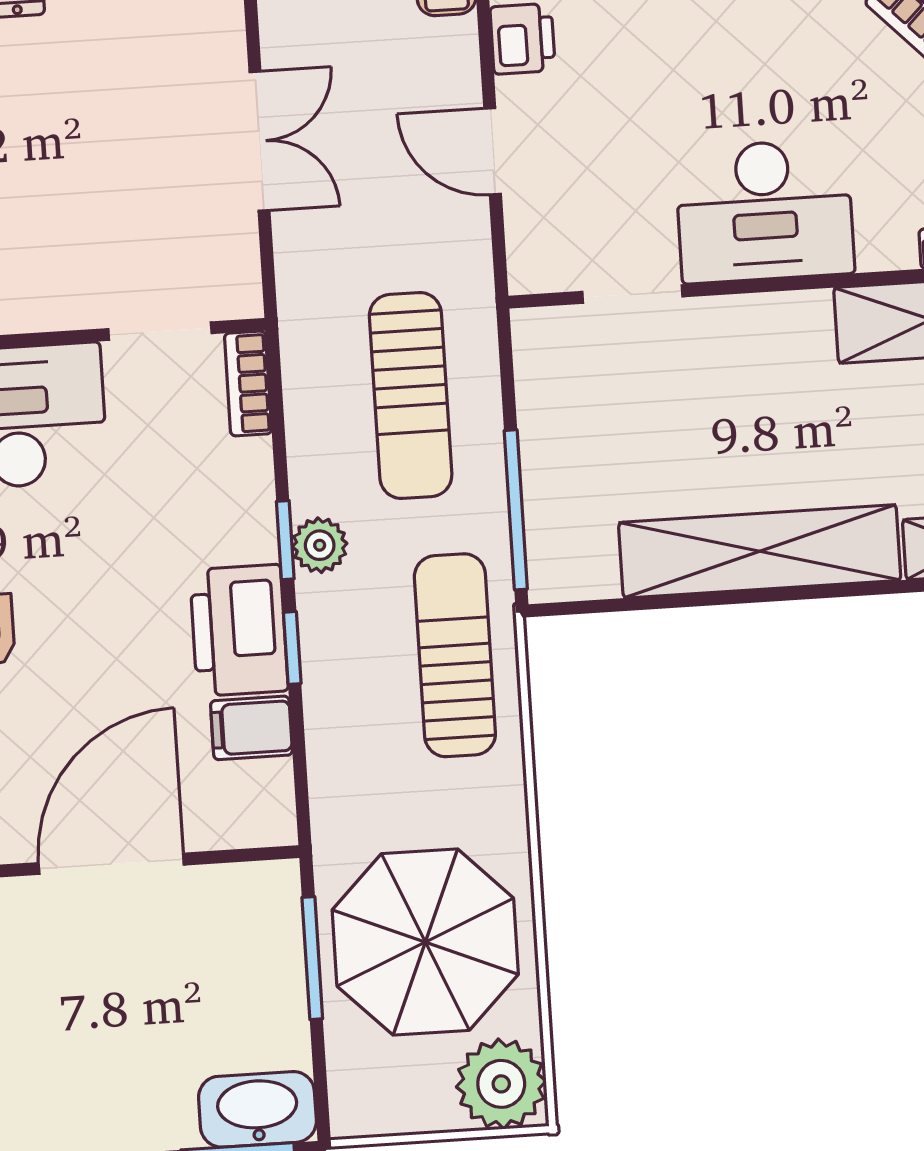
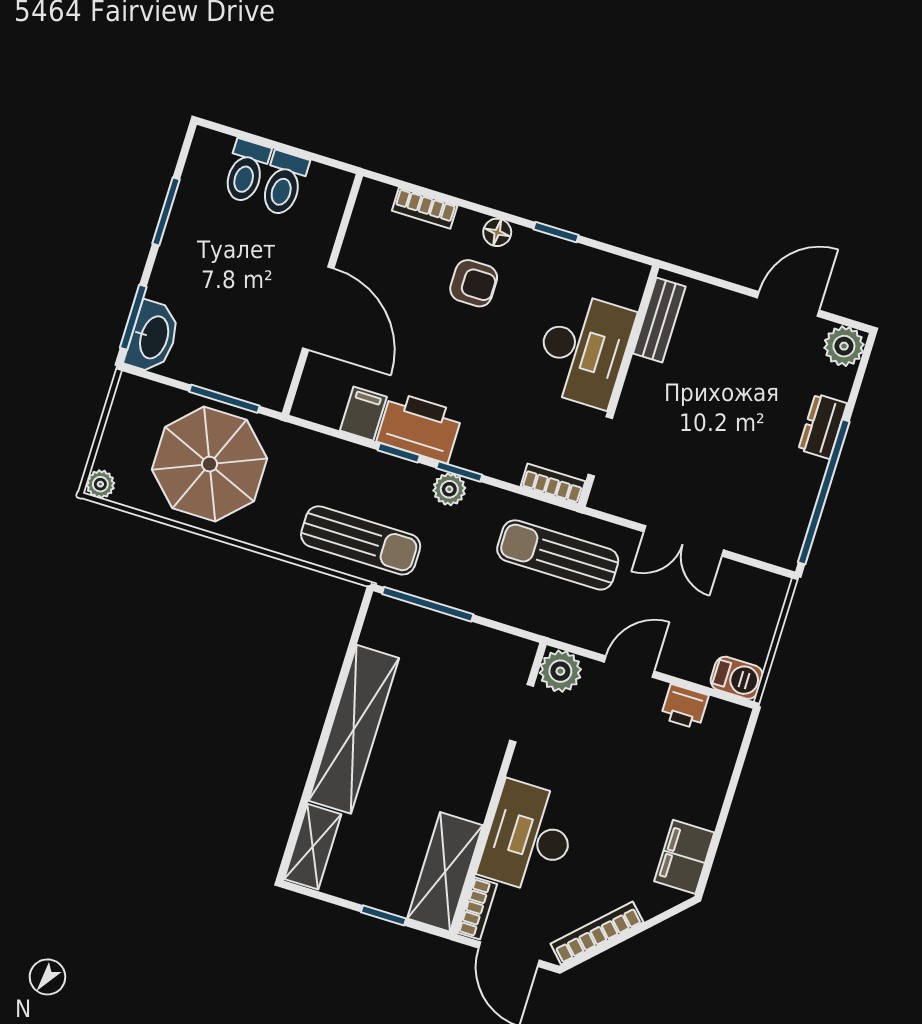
desk: (765, 211) -> (529, 837), moved
plant: (542, 258) -> (560, 671), added
sun lounger: (411, 396) -> (558, 555), moved
plant: (501, 1084) -> (100, 484), width x0.53, depth x0.53

